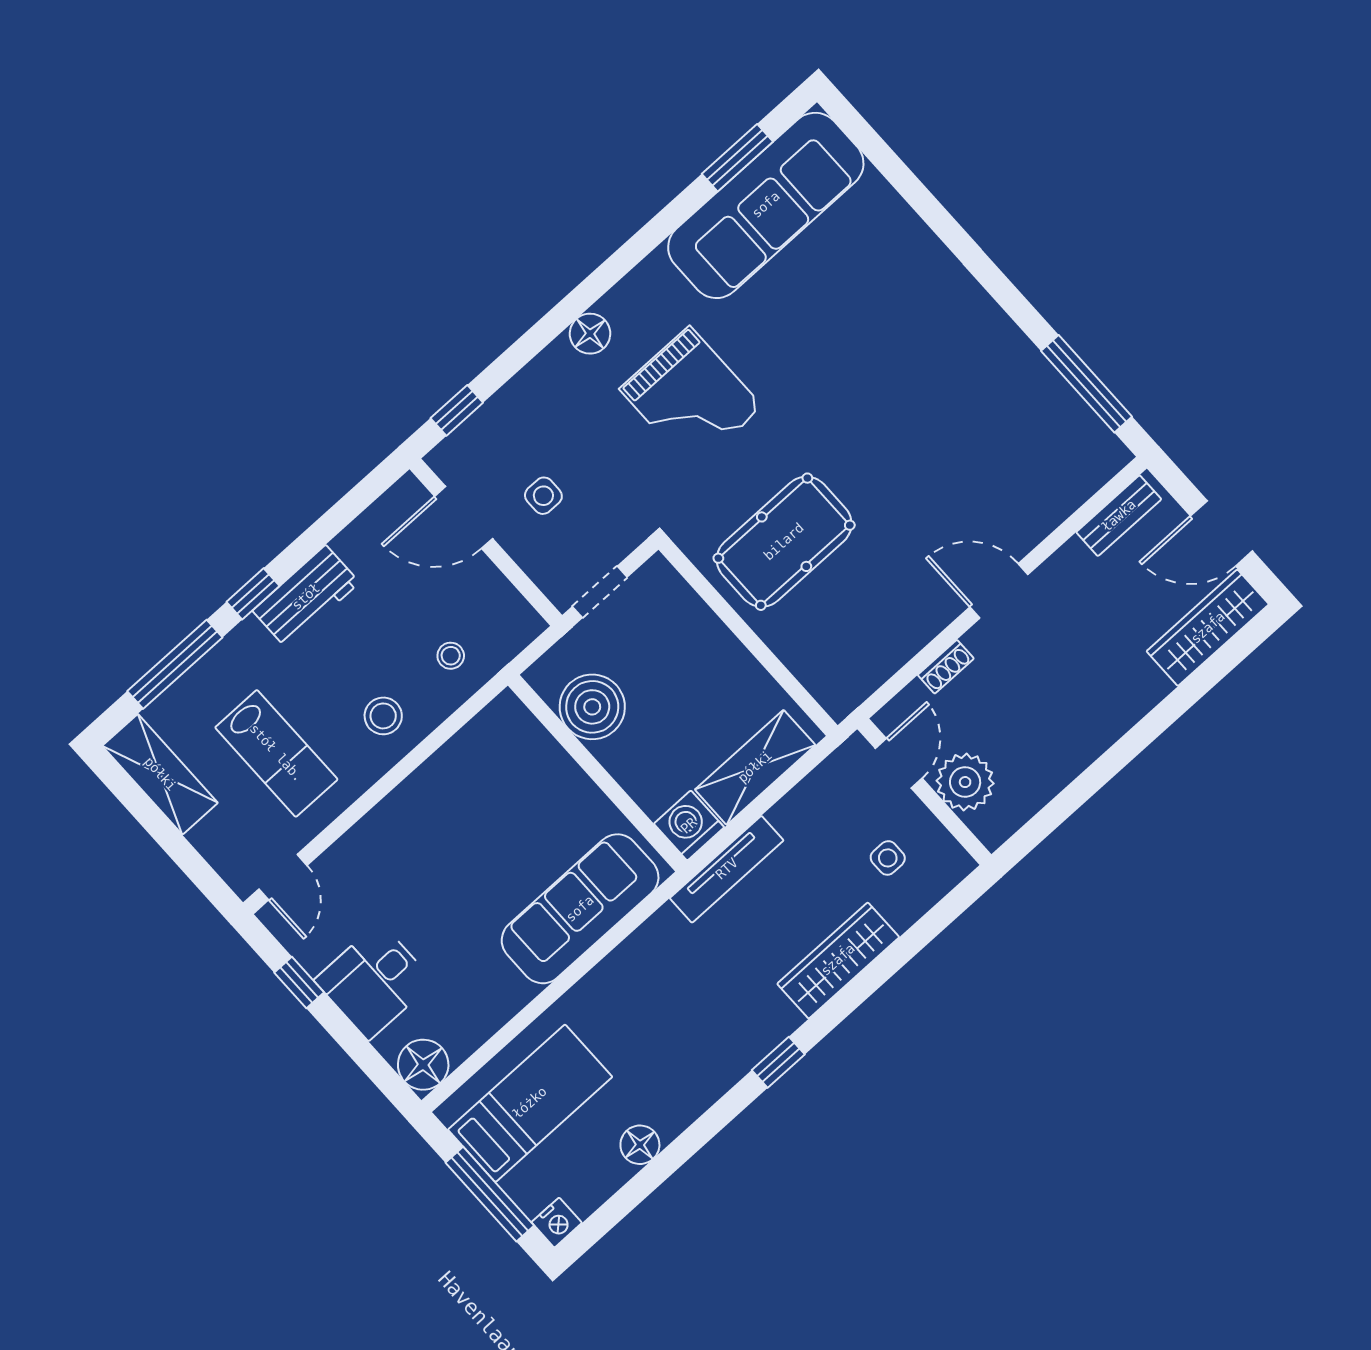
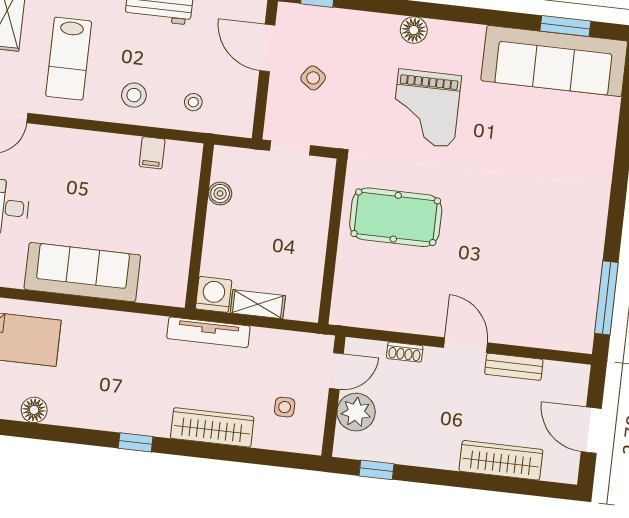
side table: (543, 496) -> (313, 78), turned 35
bench: (1119, 516) -> (514, 367), moved
wardrobe: (1208, 628) -> (501, 460), moved
boiler: (592, 707) -> (220, 193), width x0.54, depth x0.54
filing cabinet: (467, 753) -> (152, 153), added
shelving: (755, 767) -> (258, 304), width x0.67, depth x0.75
window: (1051, 817) -> (377, 470), added
sofa: (580, 909) -> (82, 272), moved

